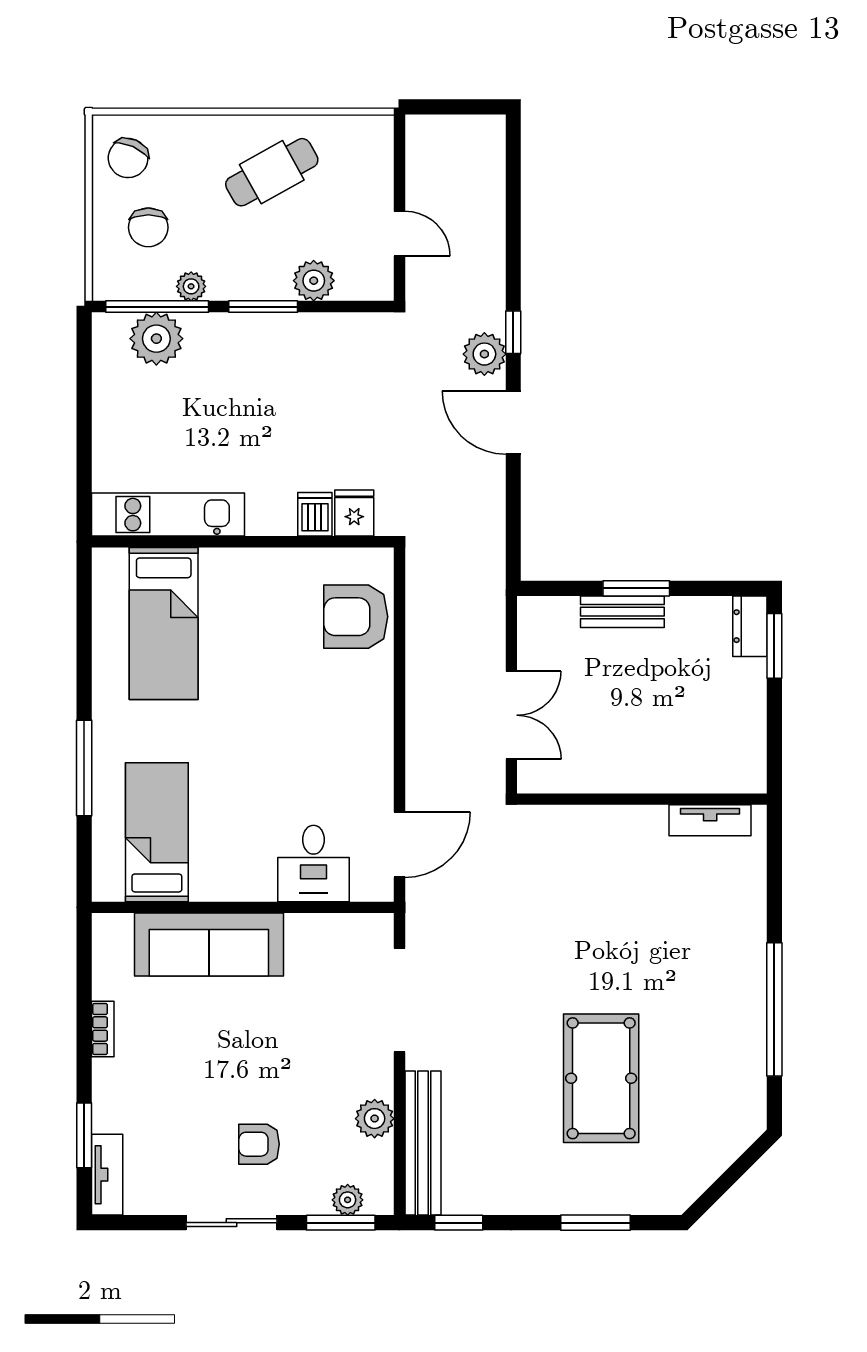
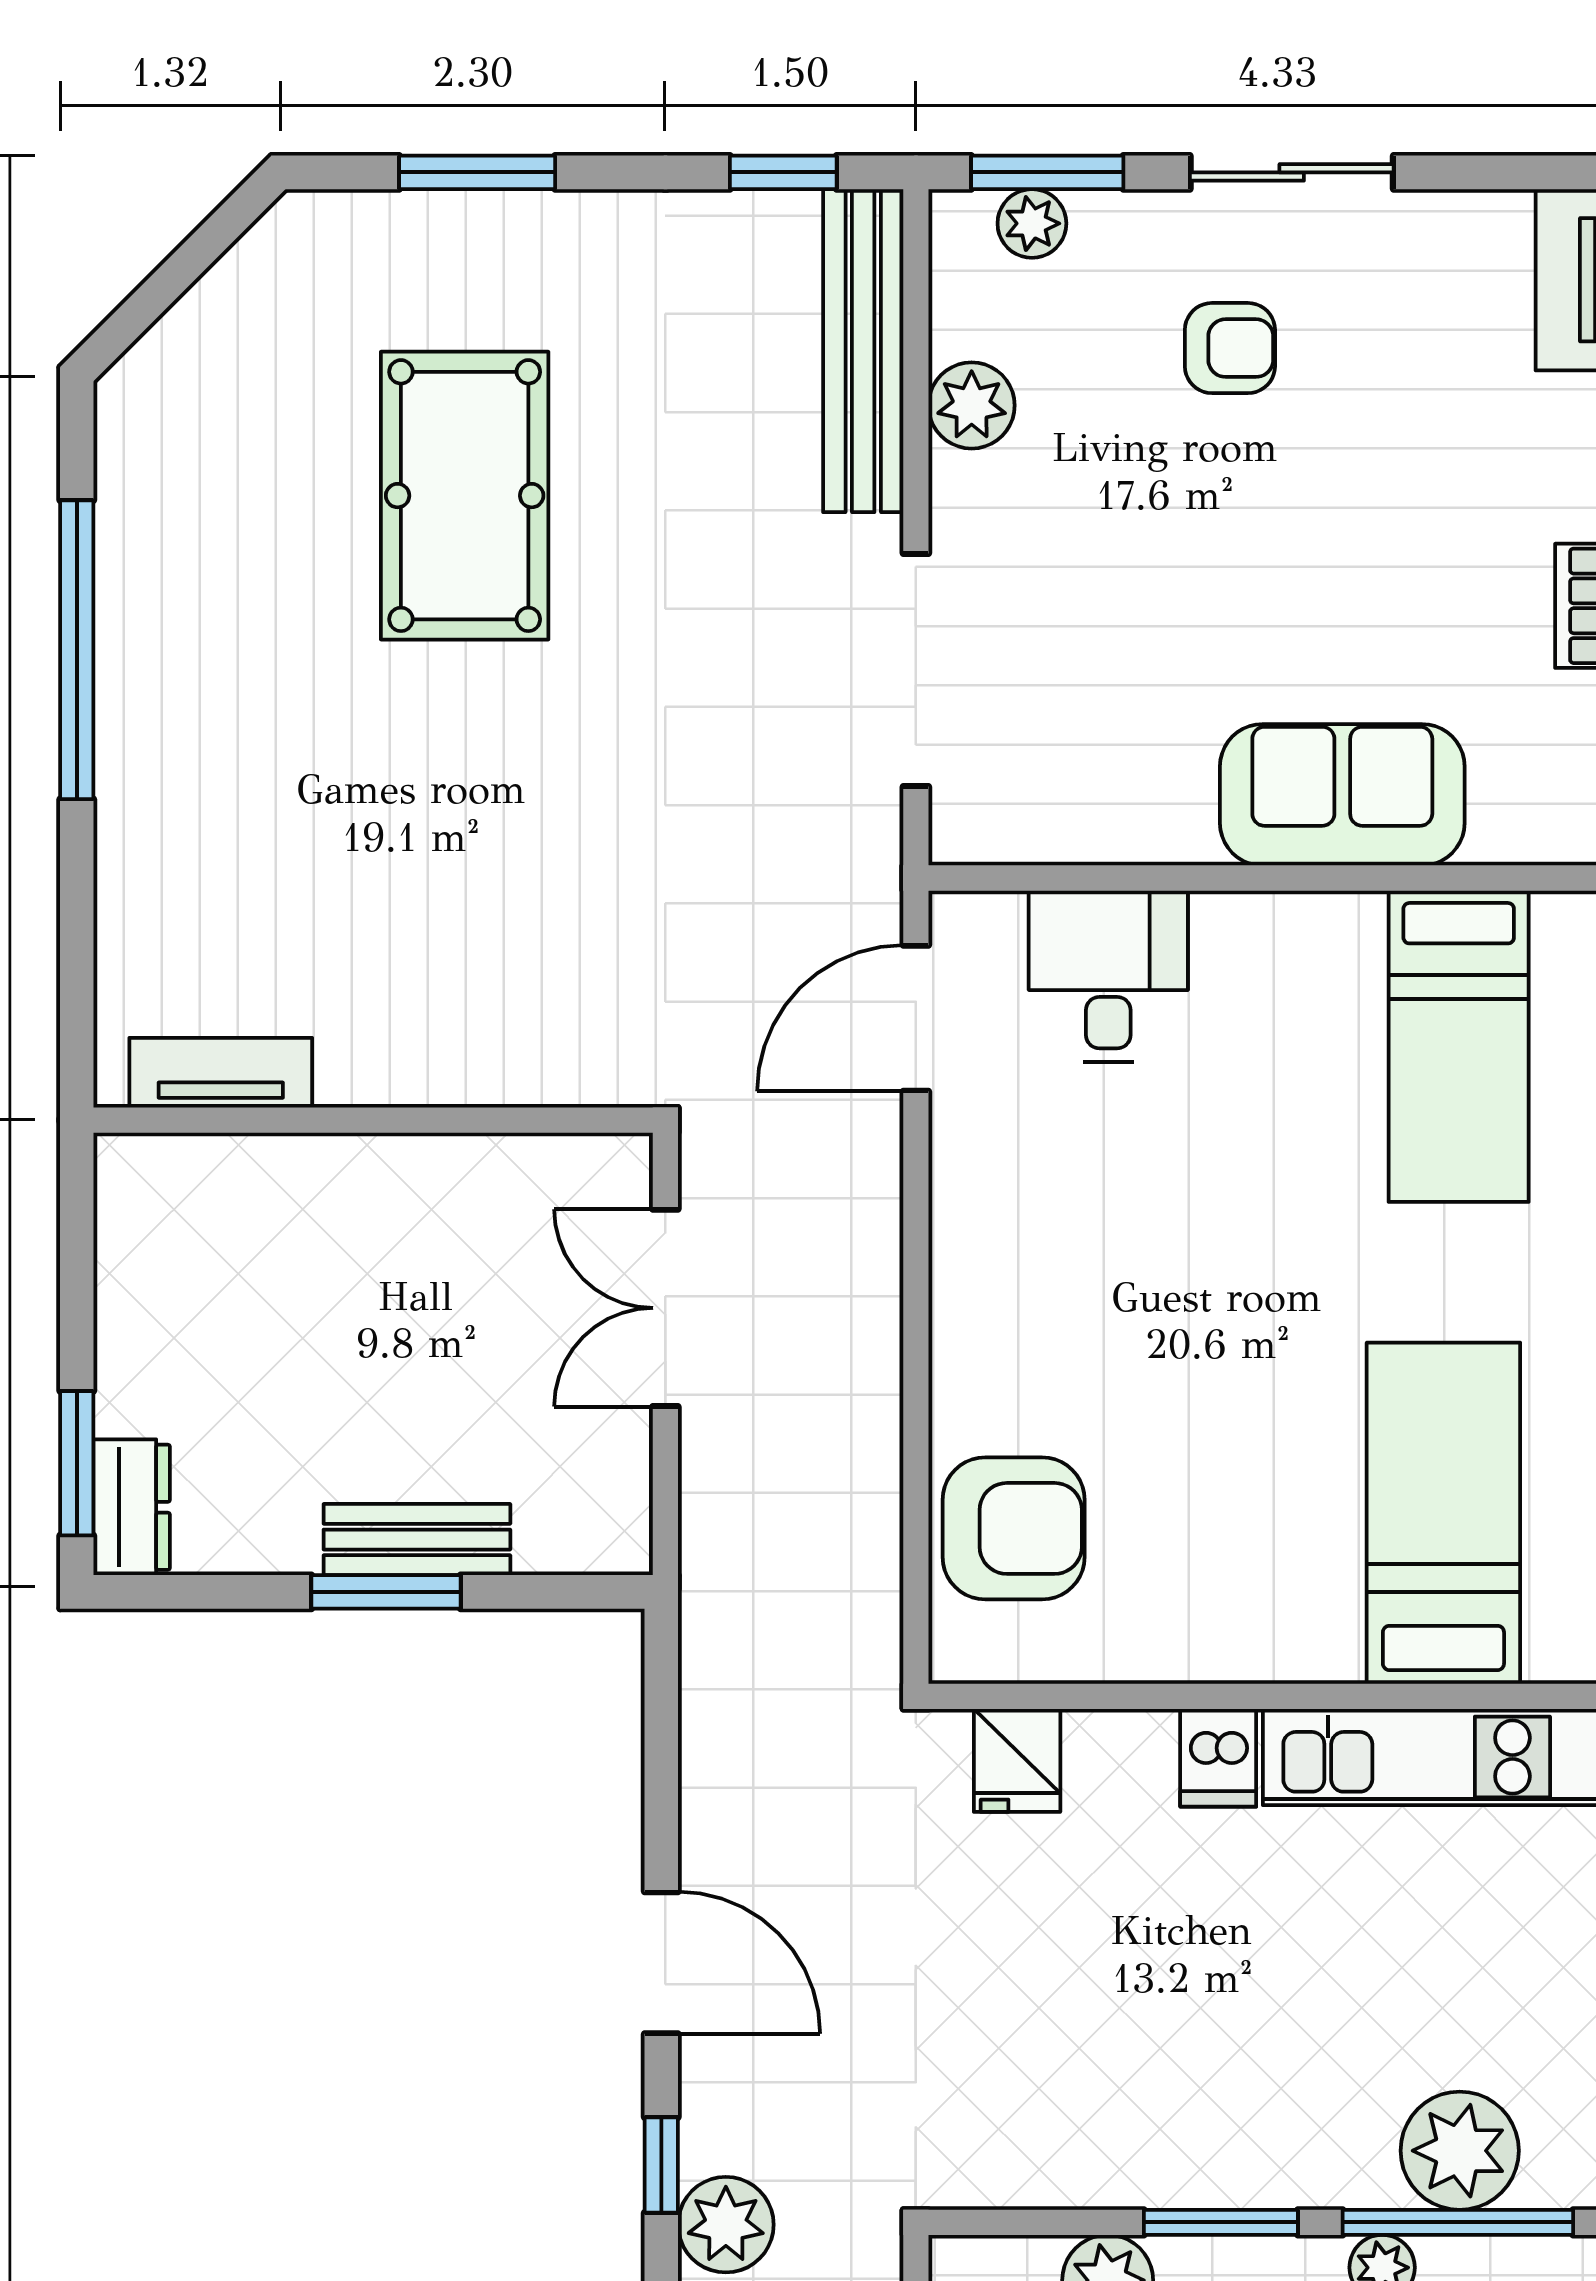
plant: (484, 354) -> (726, 2225), moved
dishwasher: (315, 514) -> (1218, 1758), moved
sofa: (209, 945) -> (1342, 795), width x0.73

